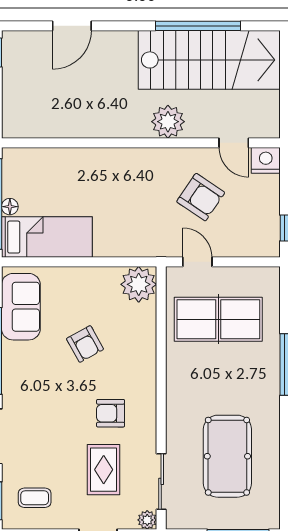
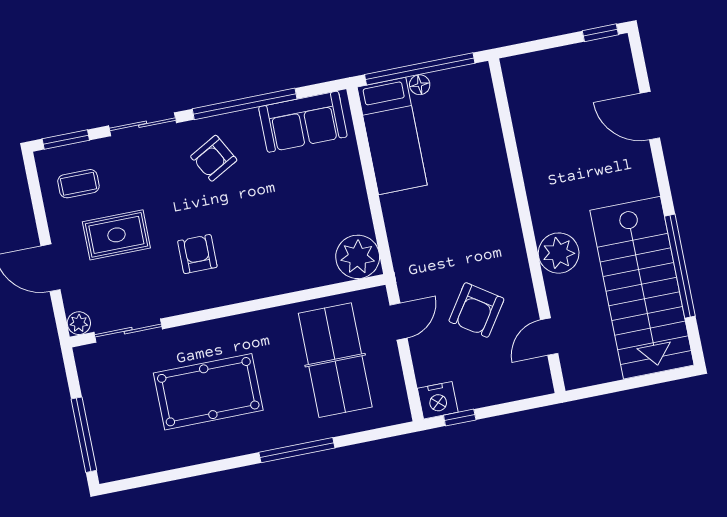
nightstand: (266, 160) -> (438, 400), moved, turned 90
armchair: (85, 344) -> (214, 158), moved
pool table: (227, 456) -> (208, 392), moved
rug: (104, 470) -> (116, 235), moved
coffee table: (35, 498) -> (78, 184), turned 90

